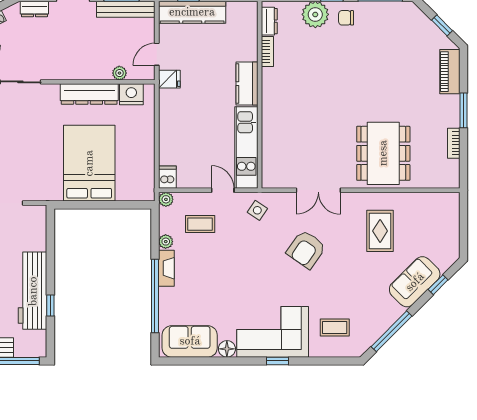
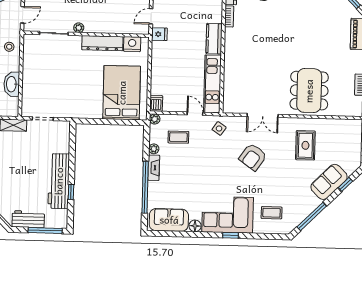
plant: (119, 73) -> (79, 28), moved
bed: (89, 163) -> (122, 93), moved

